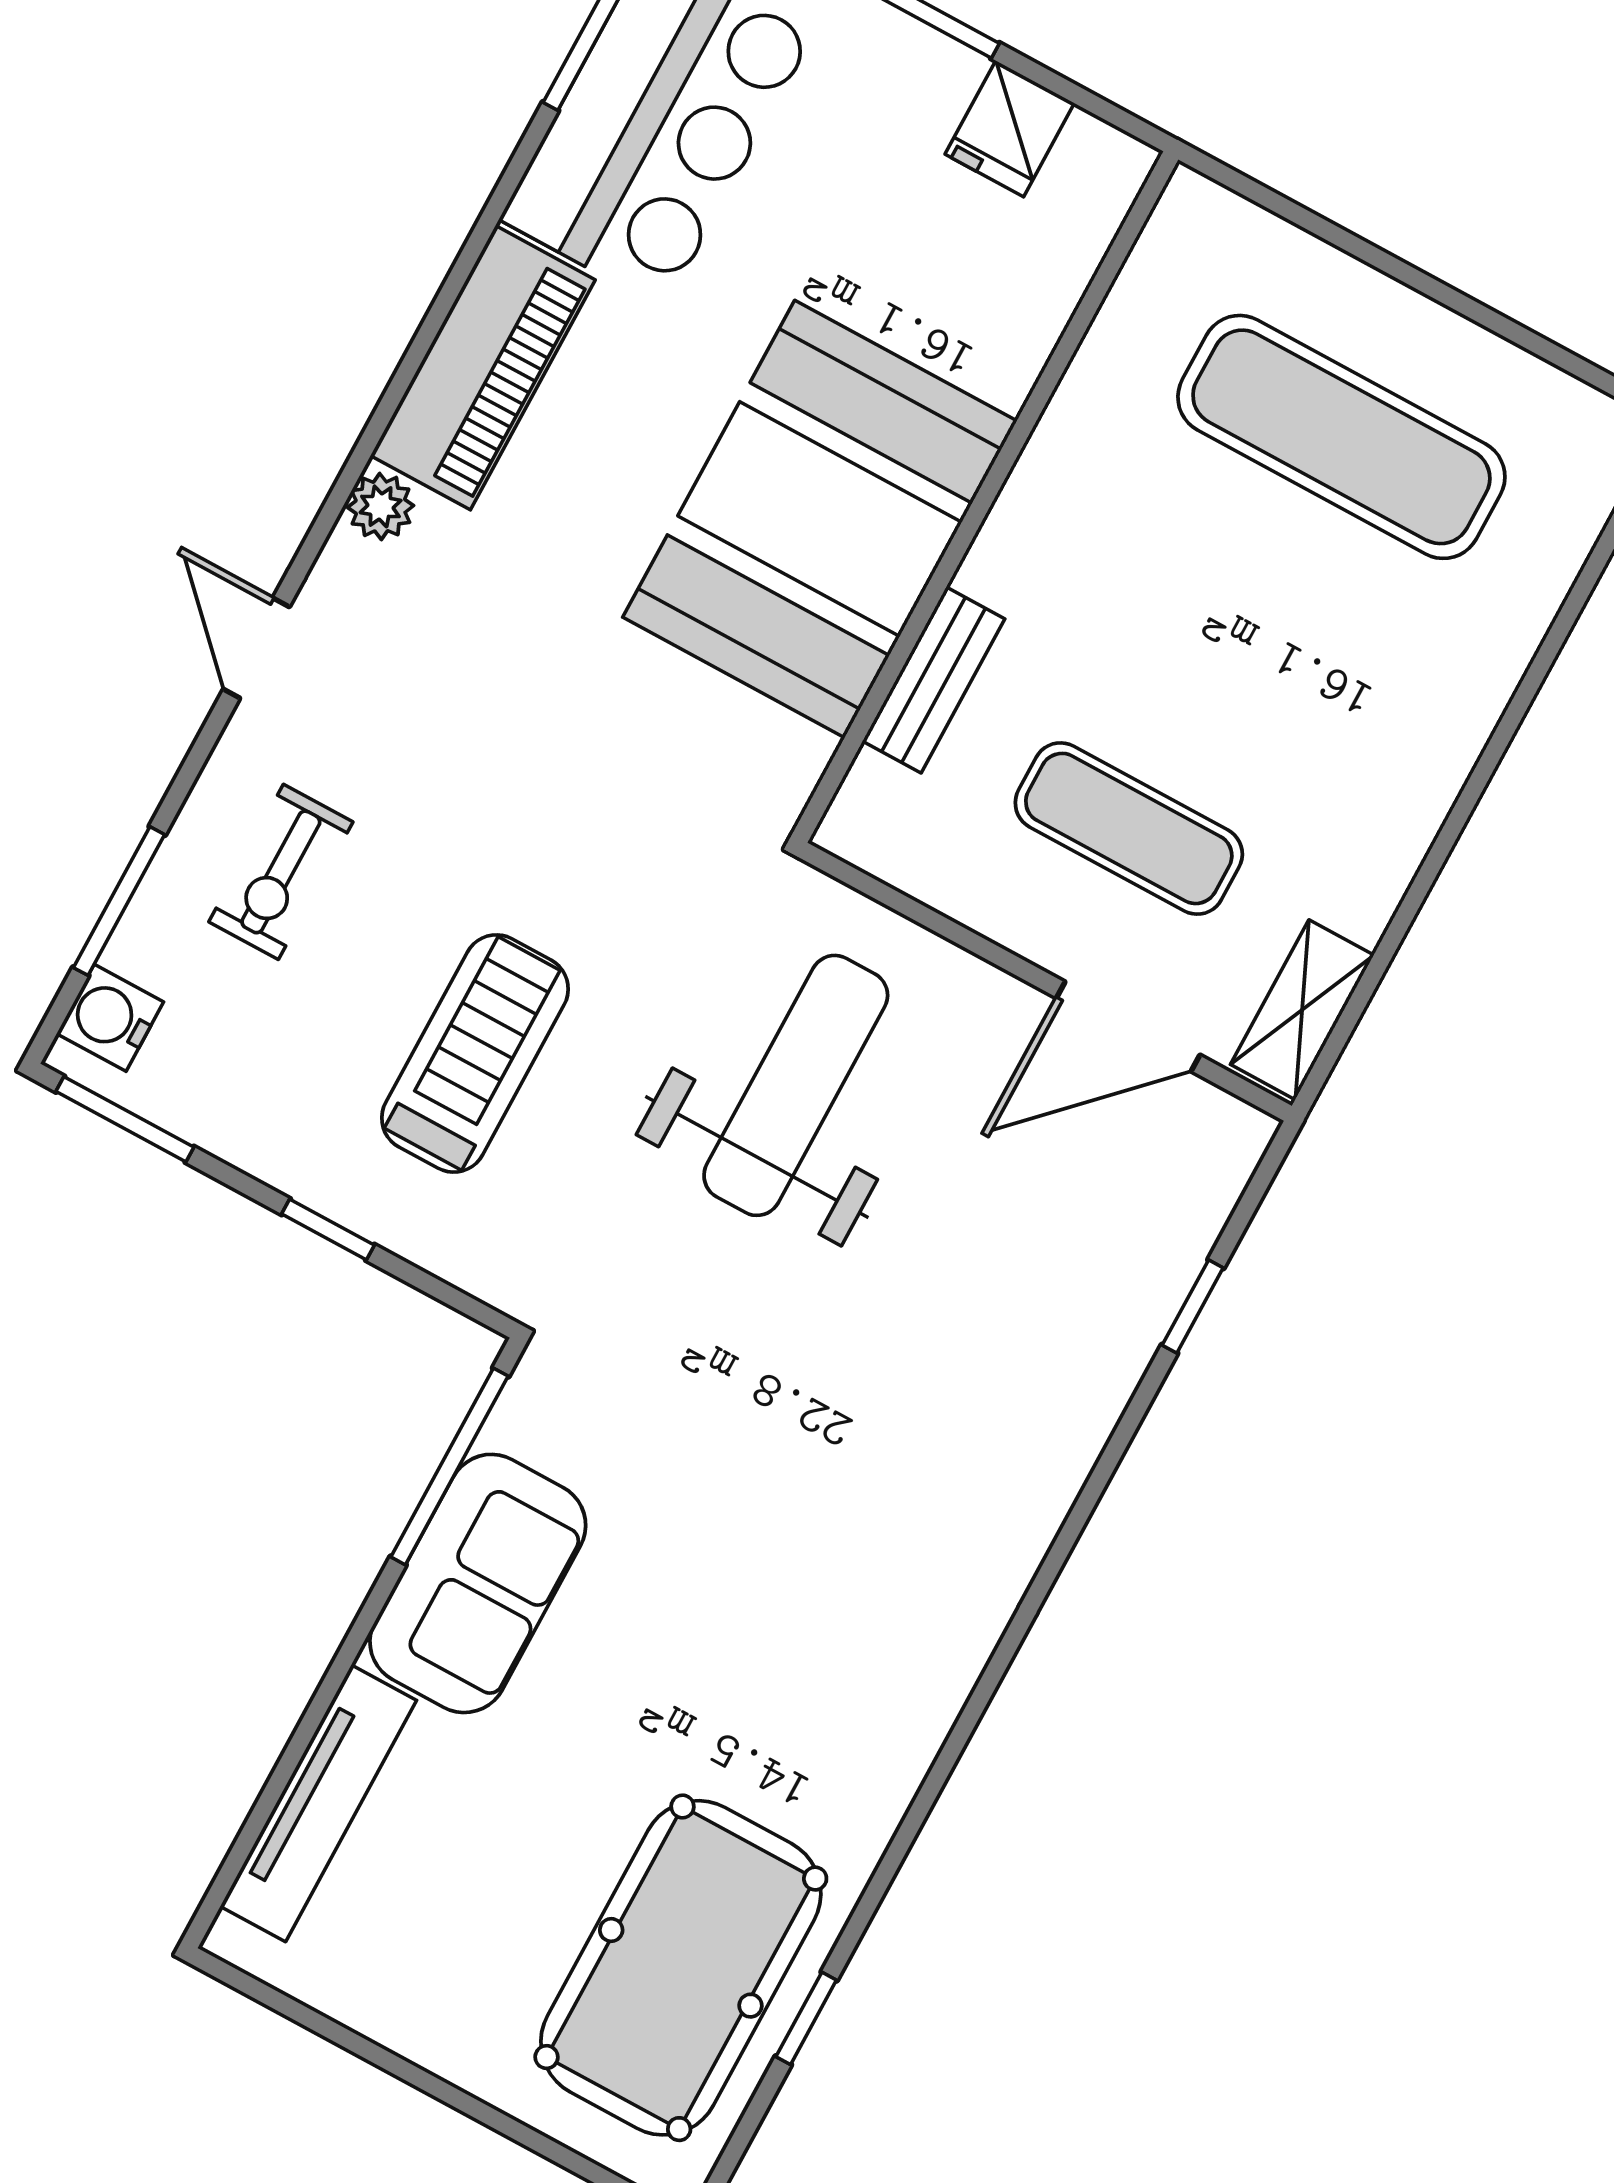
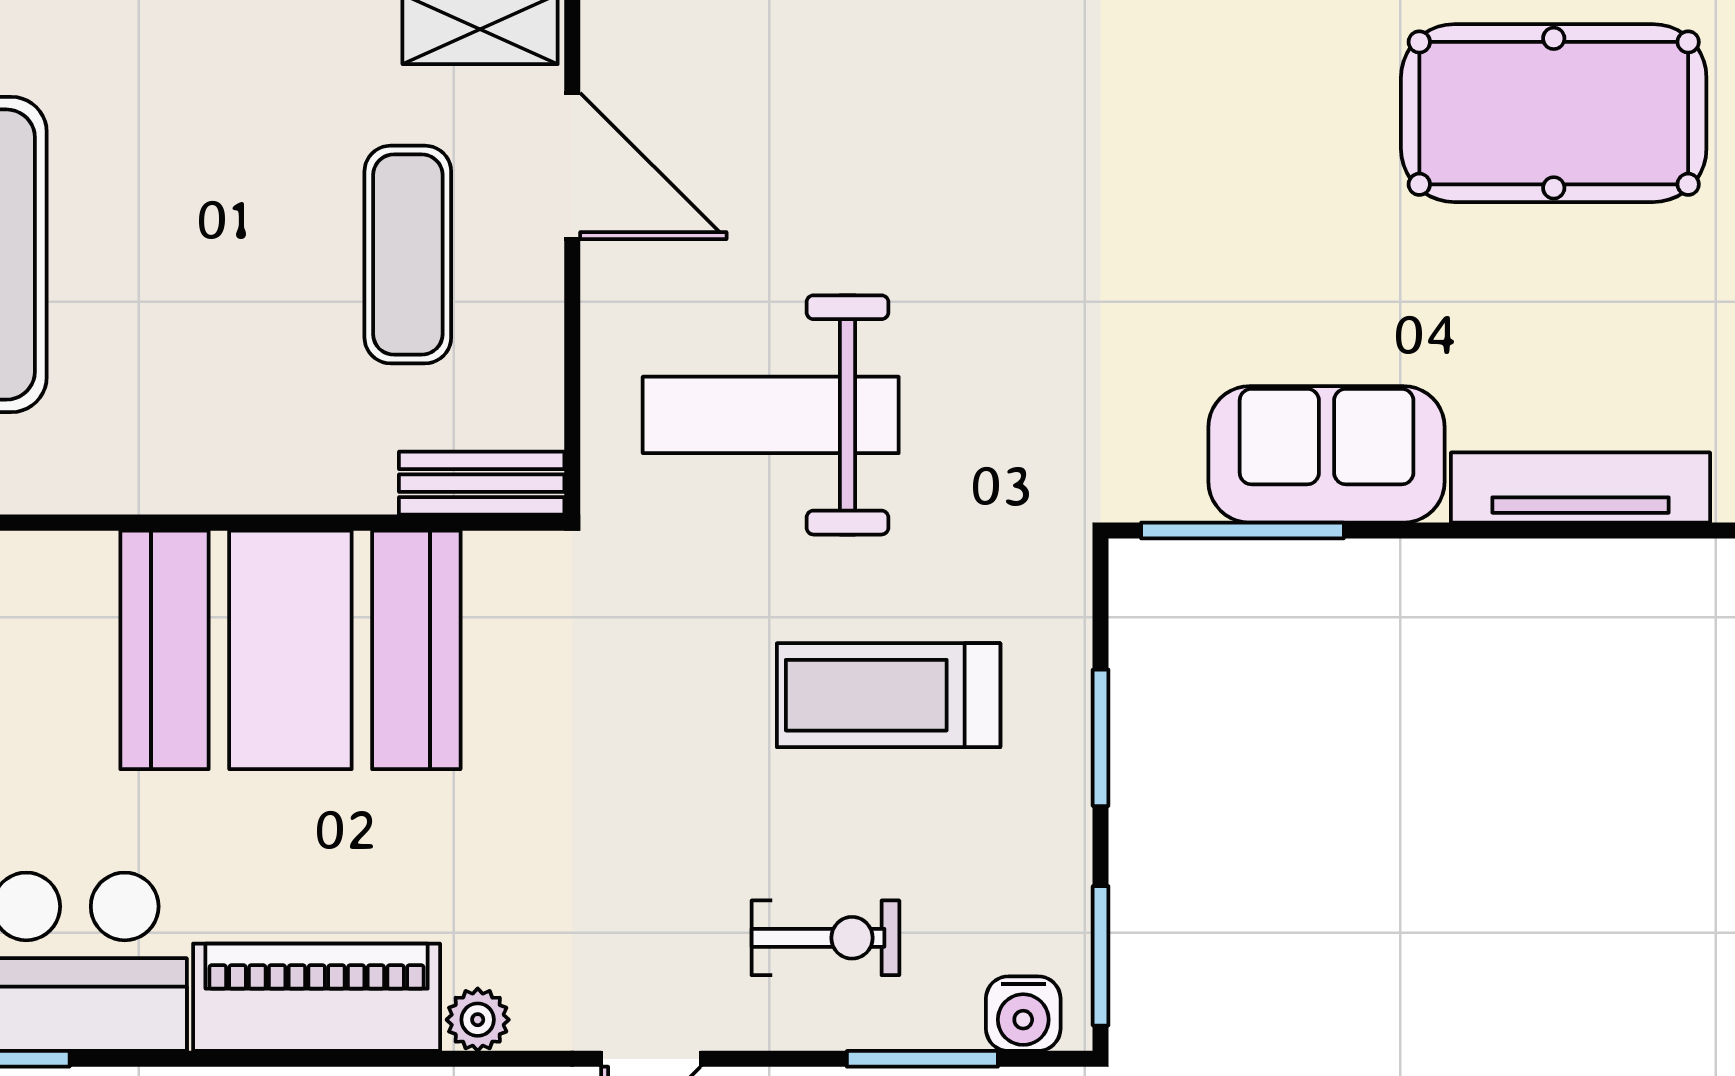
bench: (934, 680) -> (482, 483), moved
window: (328, 1229) -> (1101, 738), width x1.50

